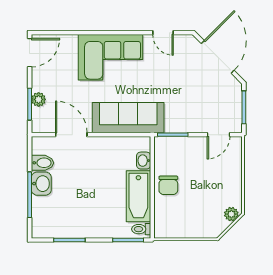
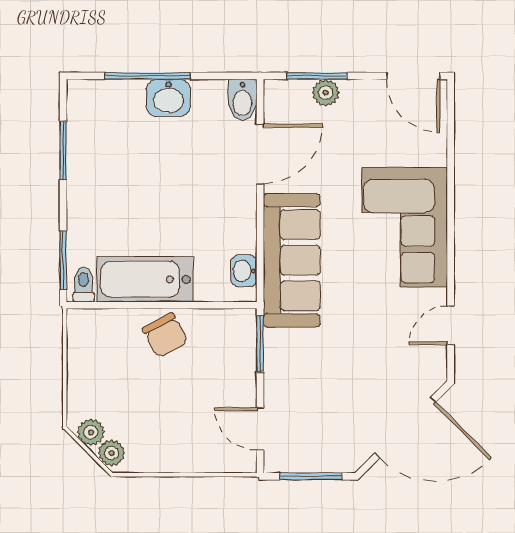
washbasin: (144, 161) -> (244, 271), moved, turned -90
bidet: (42, 163) -> (242, 100), moved
chair: (168, 185) -> (165, 335), turned -118
plant: (220, 225) -> (91, 432), added

